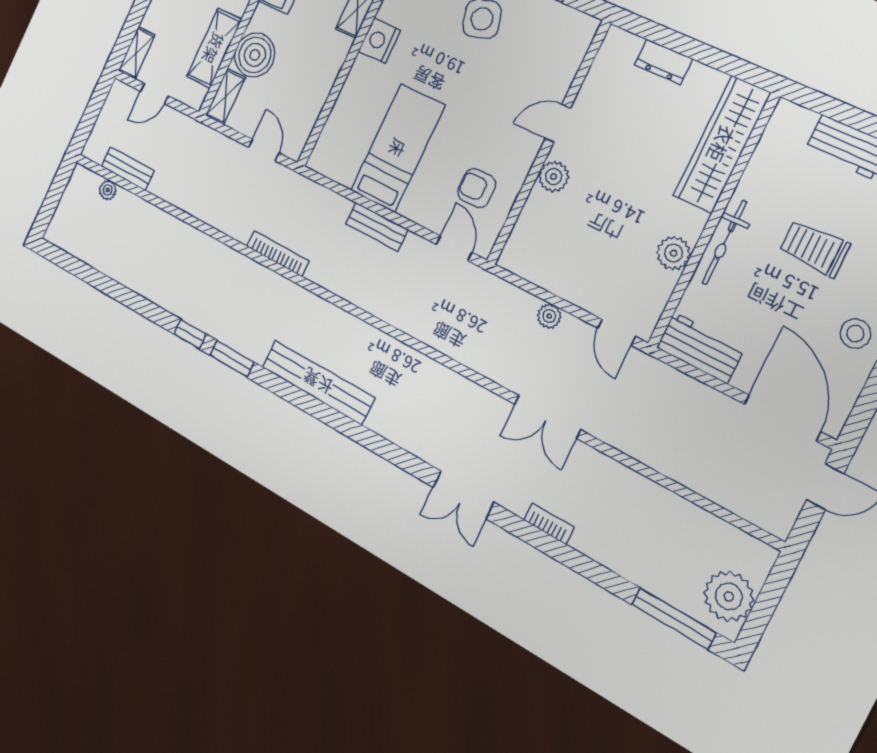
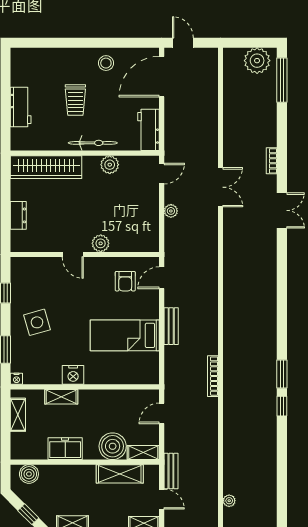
bench: (128, 169) -> (171, 471), moved
bench: (318, 382) -> (268, 318), removed

